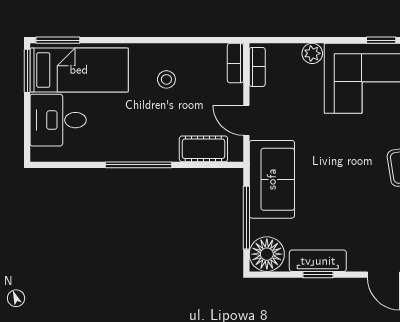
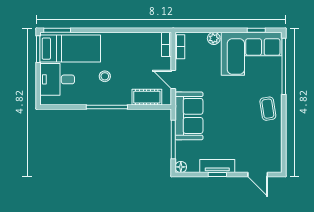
stool: (166, 79) -> (105, 76), moved
floor lamp: (267, 254) -> (181, 167), width x0.53, depth x0.53

